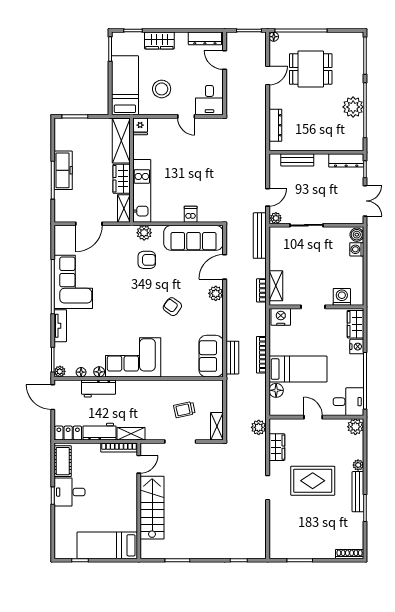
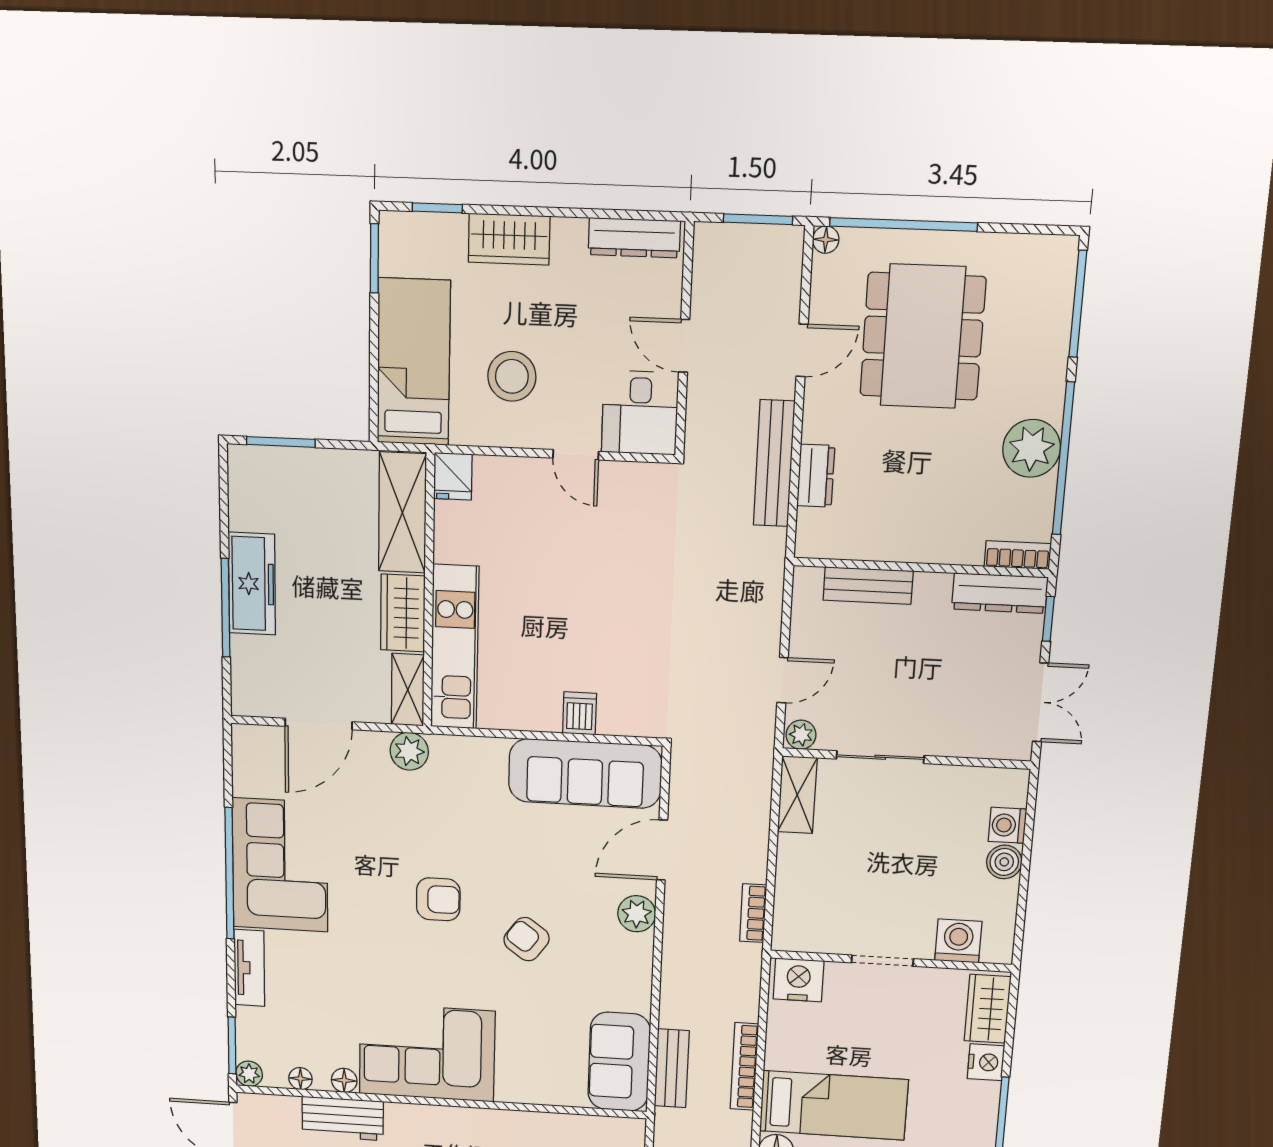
door: (225, 60) -> (684, 346), moved
dining table: (311, 69) -> (923, 336), width x1.37
dresser: (275, 125) -> (816, 476), width x0.70
bookcase: (352, 146) -> (1018, 555), added
plant: (144, 233) -> (409, 751), moved
boiler: (357, 235) -> (1004, 862), moved
bench: (260, 236) -> (774, 463), moved
armchair: (147, 260) -> (438, 899), moved
shelving: (276, 286) -> (797, 795), moved

